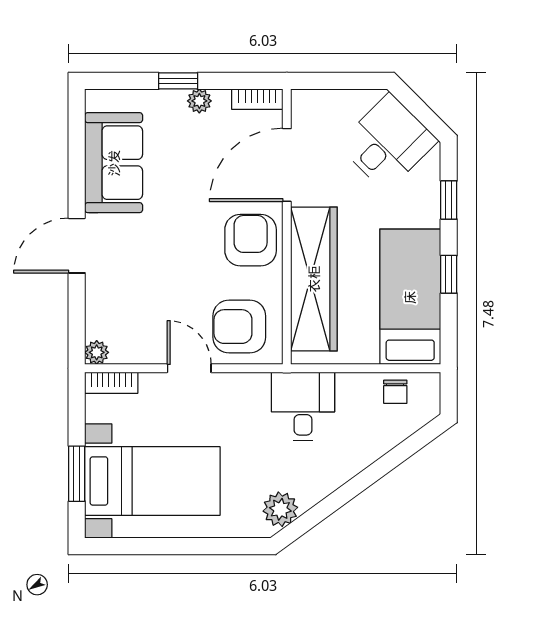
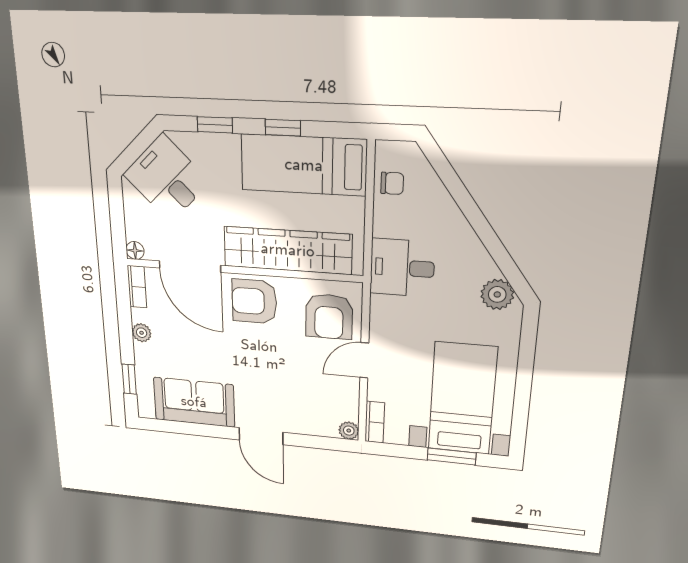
window: (178, 81) -> (129, 379), moved
floor lamp: (301, 100) -> (135, 251), added

